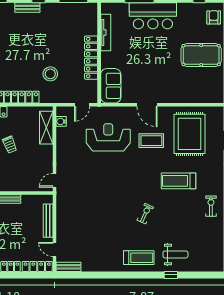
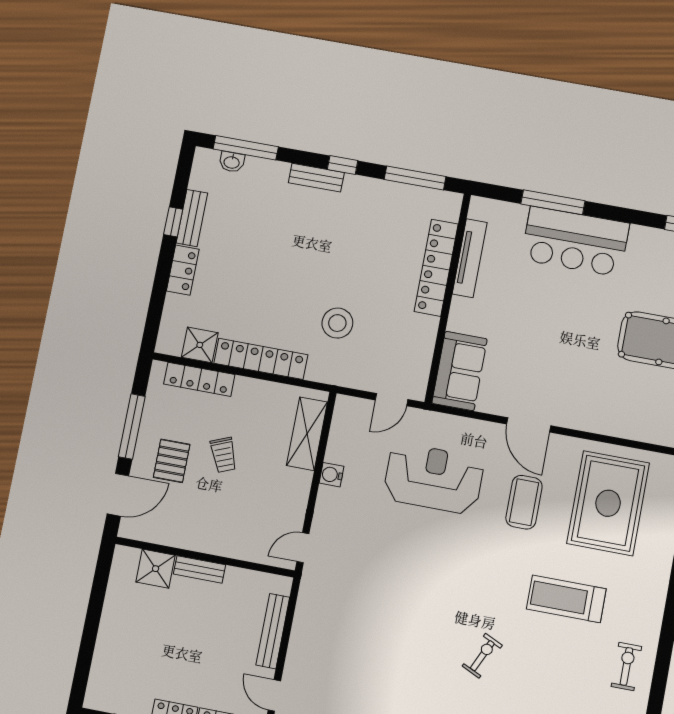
locker: (91, 58) -> (436, 268), moved
water cooler: (61, 121) -> (331, 475), moved
coffee table: (151, 141) -> (524, 502), turned 90

